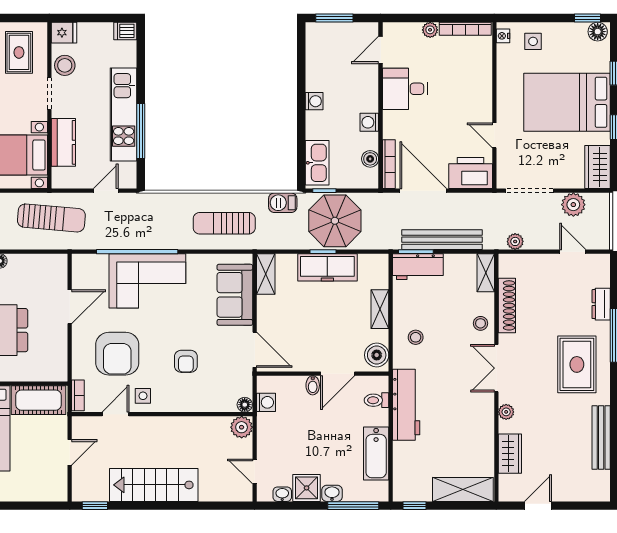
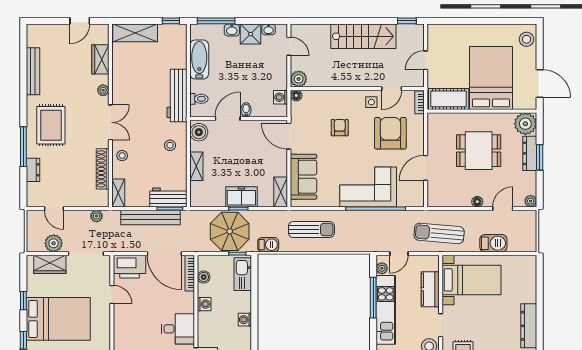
wardrobe: (598, 167) -> (50, 264), moved, turned 90
plant: (129, 171) -> (382, 268), added
freezer: (327, 267) -> (241, 197), width x0.71

